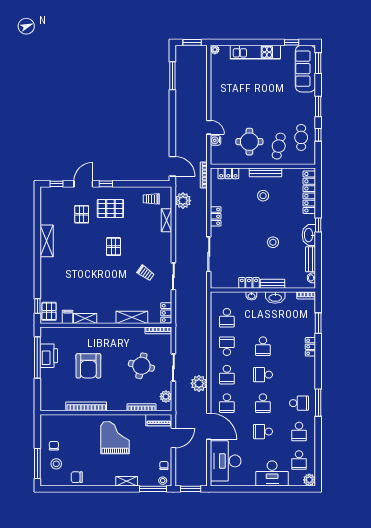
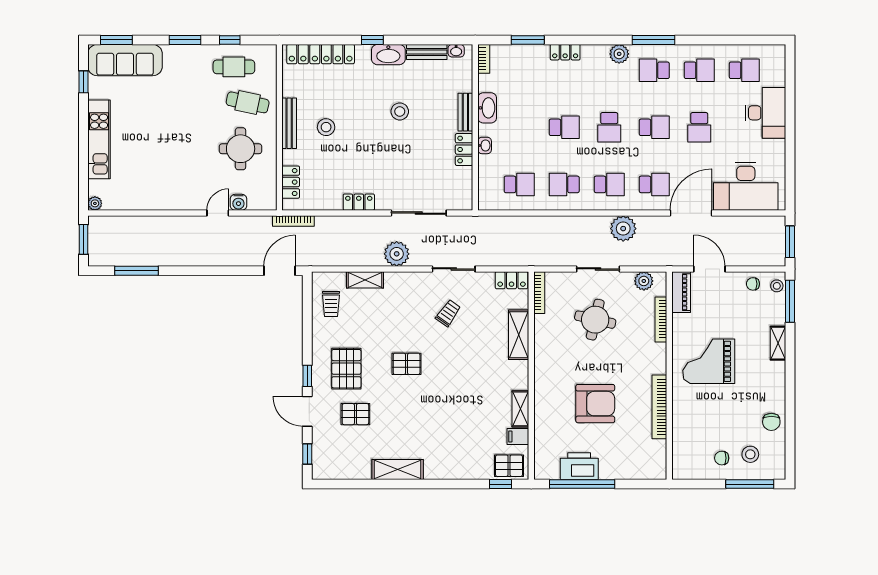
plant: (183, 201) -> (397, 254), moved
school desk: (299, 403) -> (654, 70), turned -90
plant: (309, 480) -> (619, 54), moved

